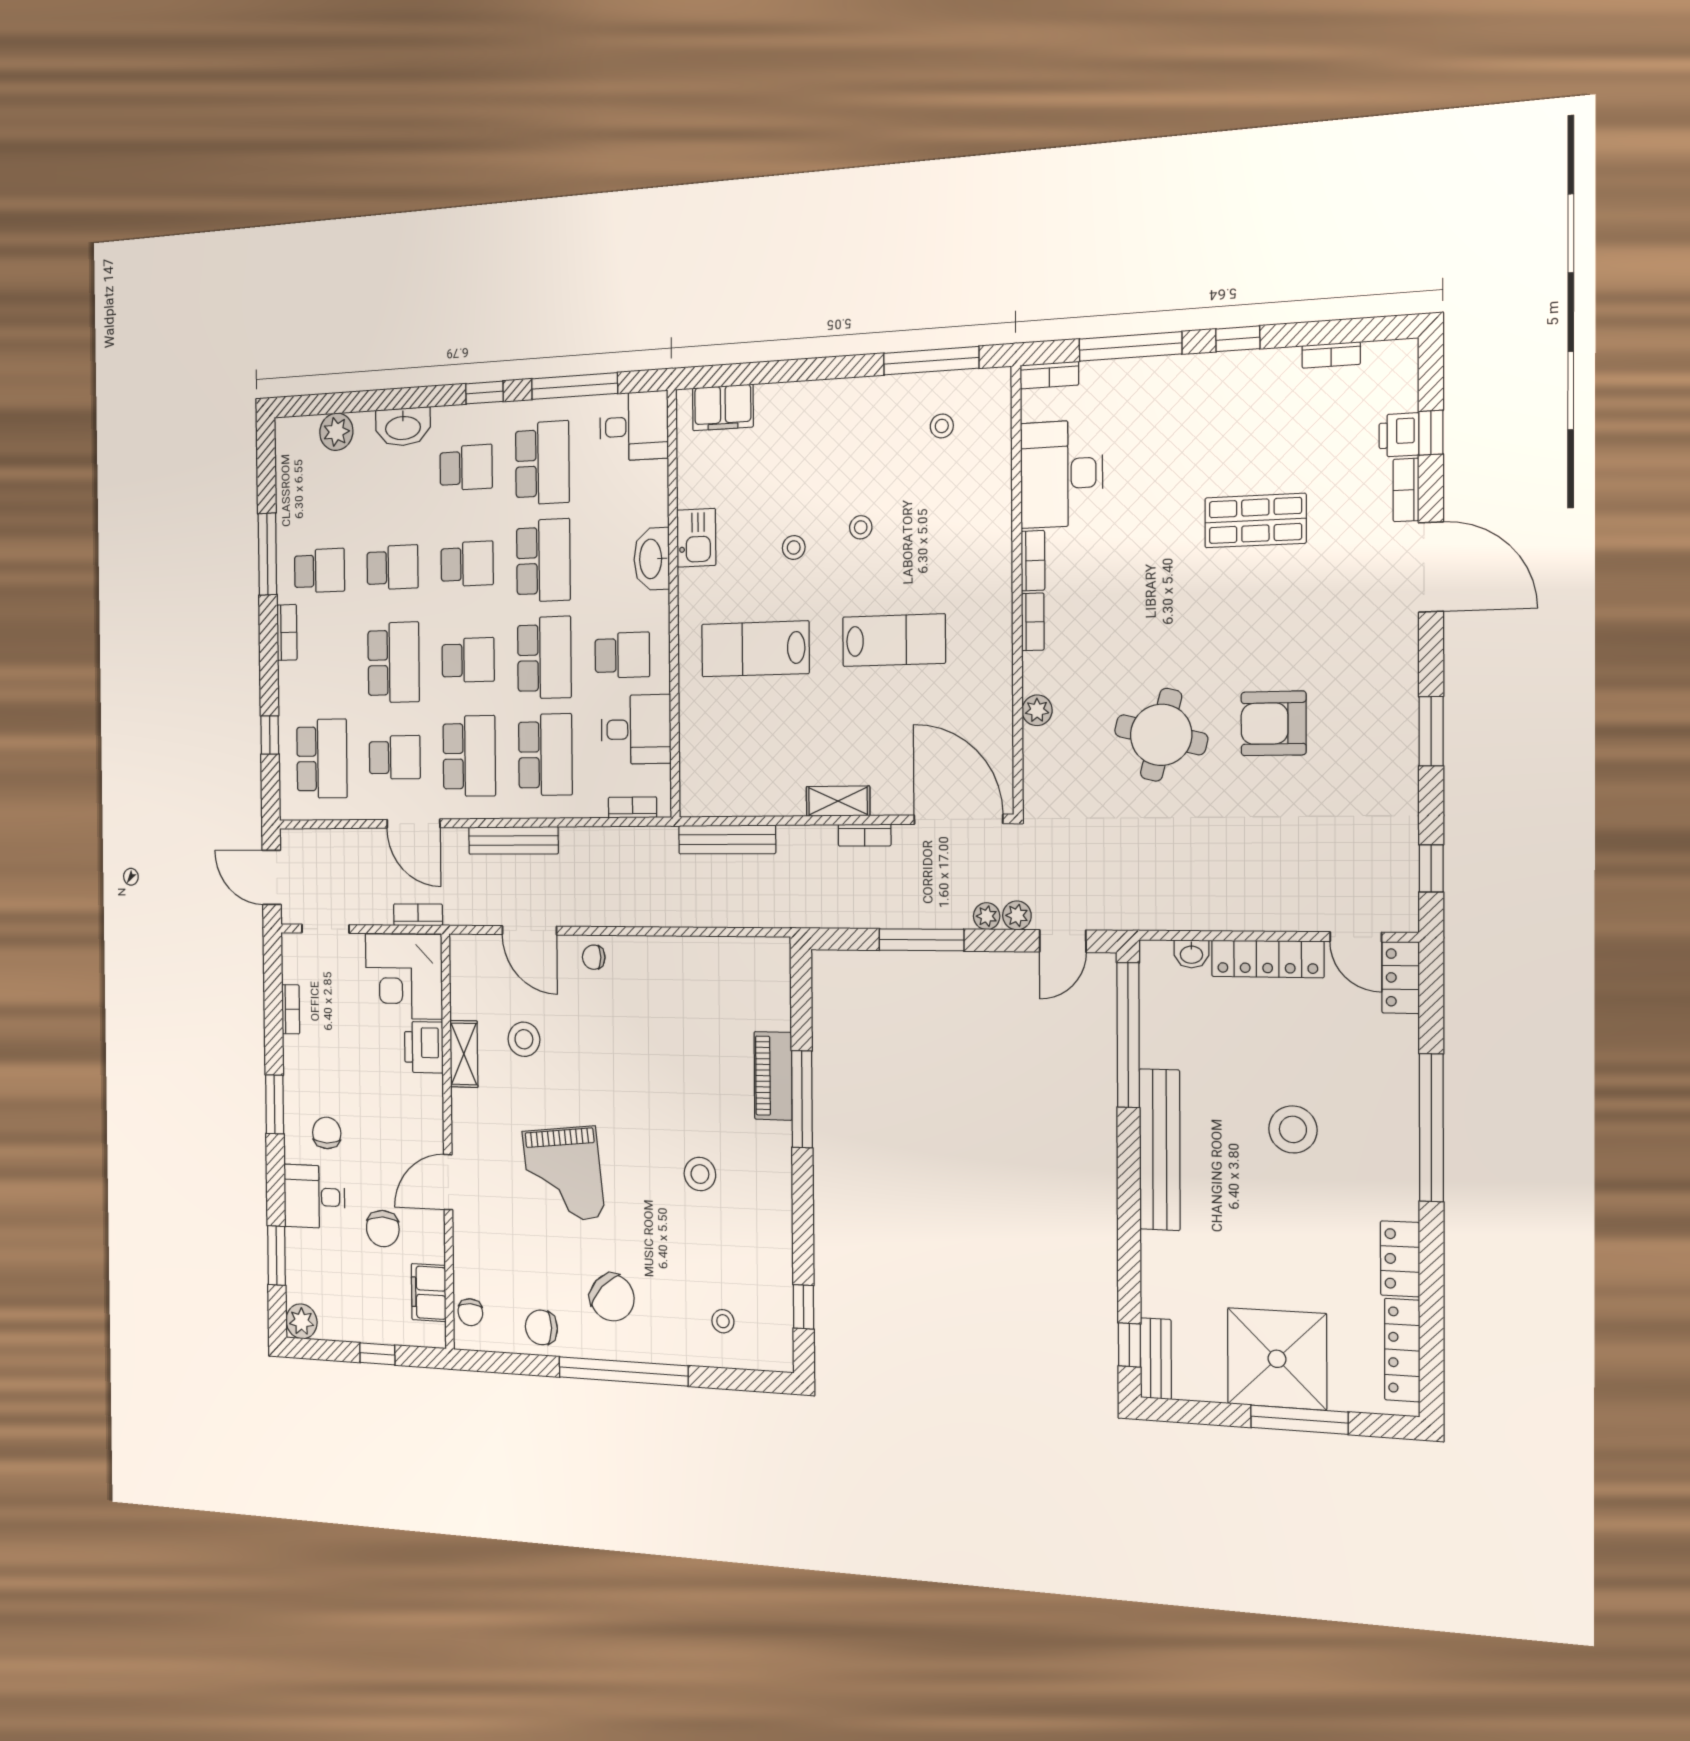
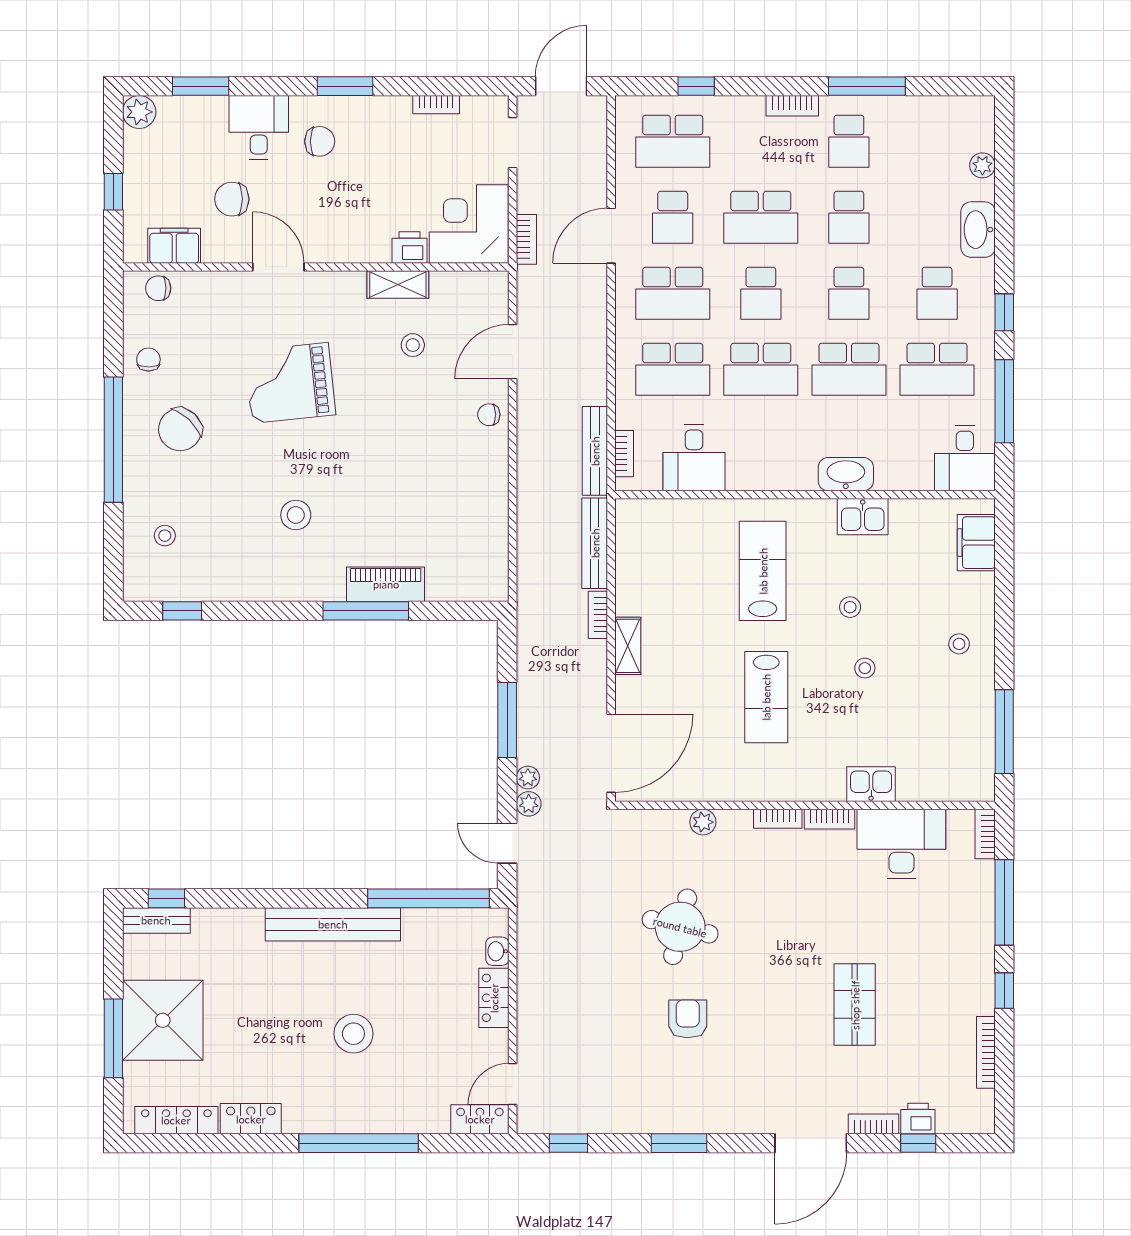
bookcase: (1331, 355) -> (986, 1052), width x1.56
stool: (942, 426) -> (959, 644), moved
plant: (336, 432) -> (982, 165), width x0.73, depth x0.73
kitchen sink: (992, 514) -> (871, 784), added
school desk: (622, 655) -> (761, 445), removed
armchair: (1274, 723) -> (688, 1019), width x0.72, depth x0.72
bookcase: (865, 835) -> (598, 615), moved
bench: (513, 840) -> (595, 451), moved
chair: (594, 957) -> (489, 415), turned -90
locker: (1268, 959) -> (494, 998), width x0.66
stool: (524, 1039) -> (413, 345), width x0.73, depth x0.73
printer: (424, 1047) -> (409, 248), width x0.73, depth x0.81
chair: (541, 1327) -> (148, 360), width x0.73, depth x0.73

